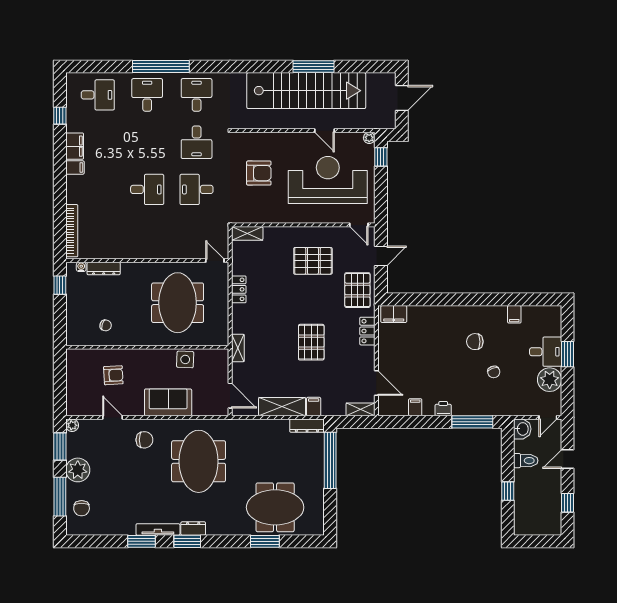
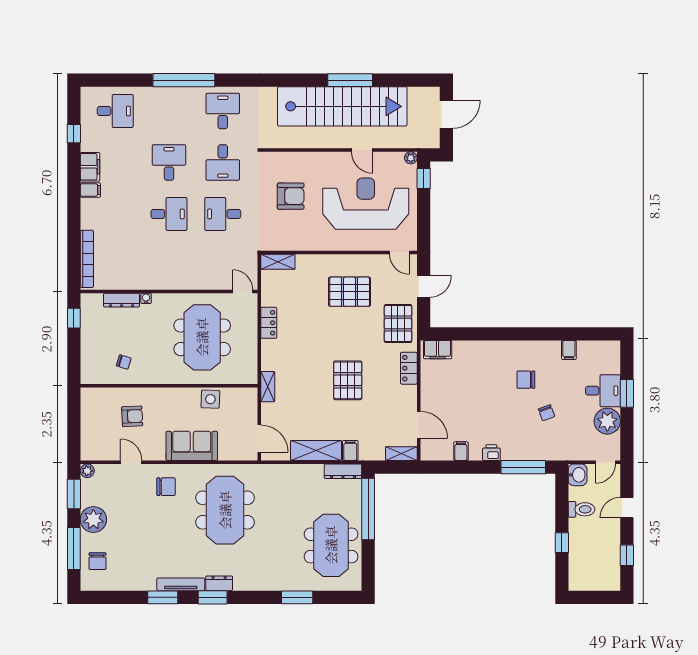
desk: (147, 95) -> (169, 162), moved
water cooler: (81, 267) -> (146, 298), moved
meeting table: (275, 507) -> (331, 545), moved, turned 90

